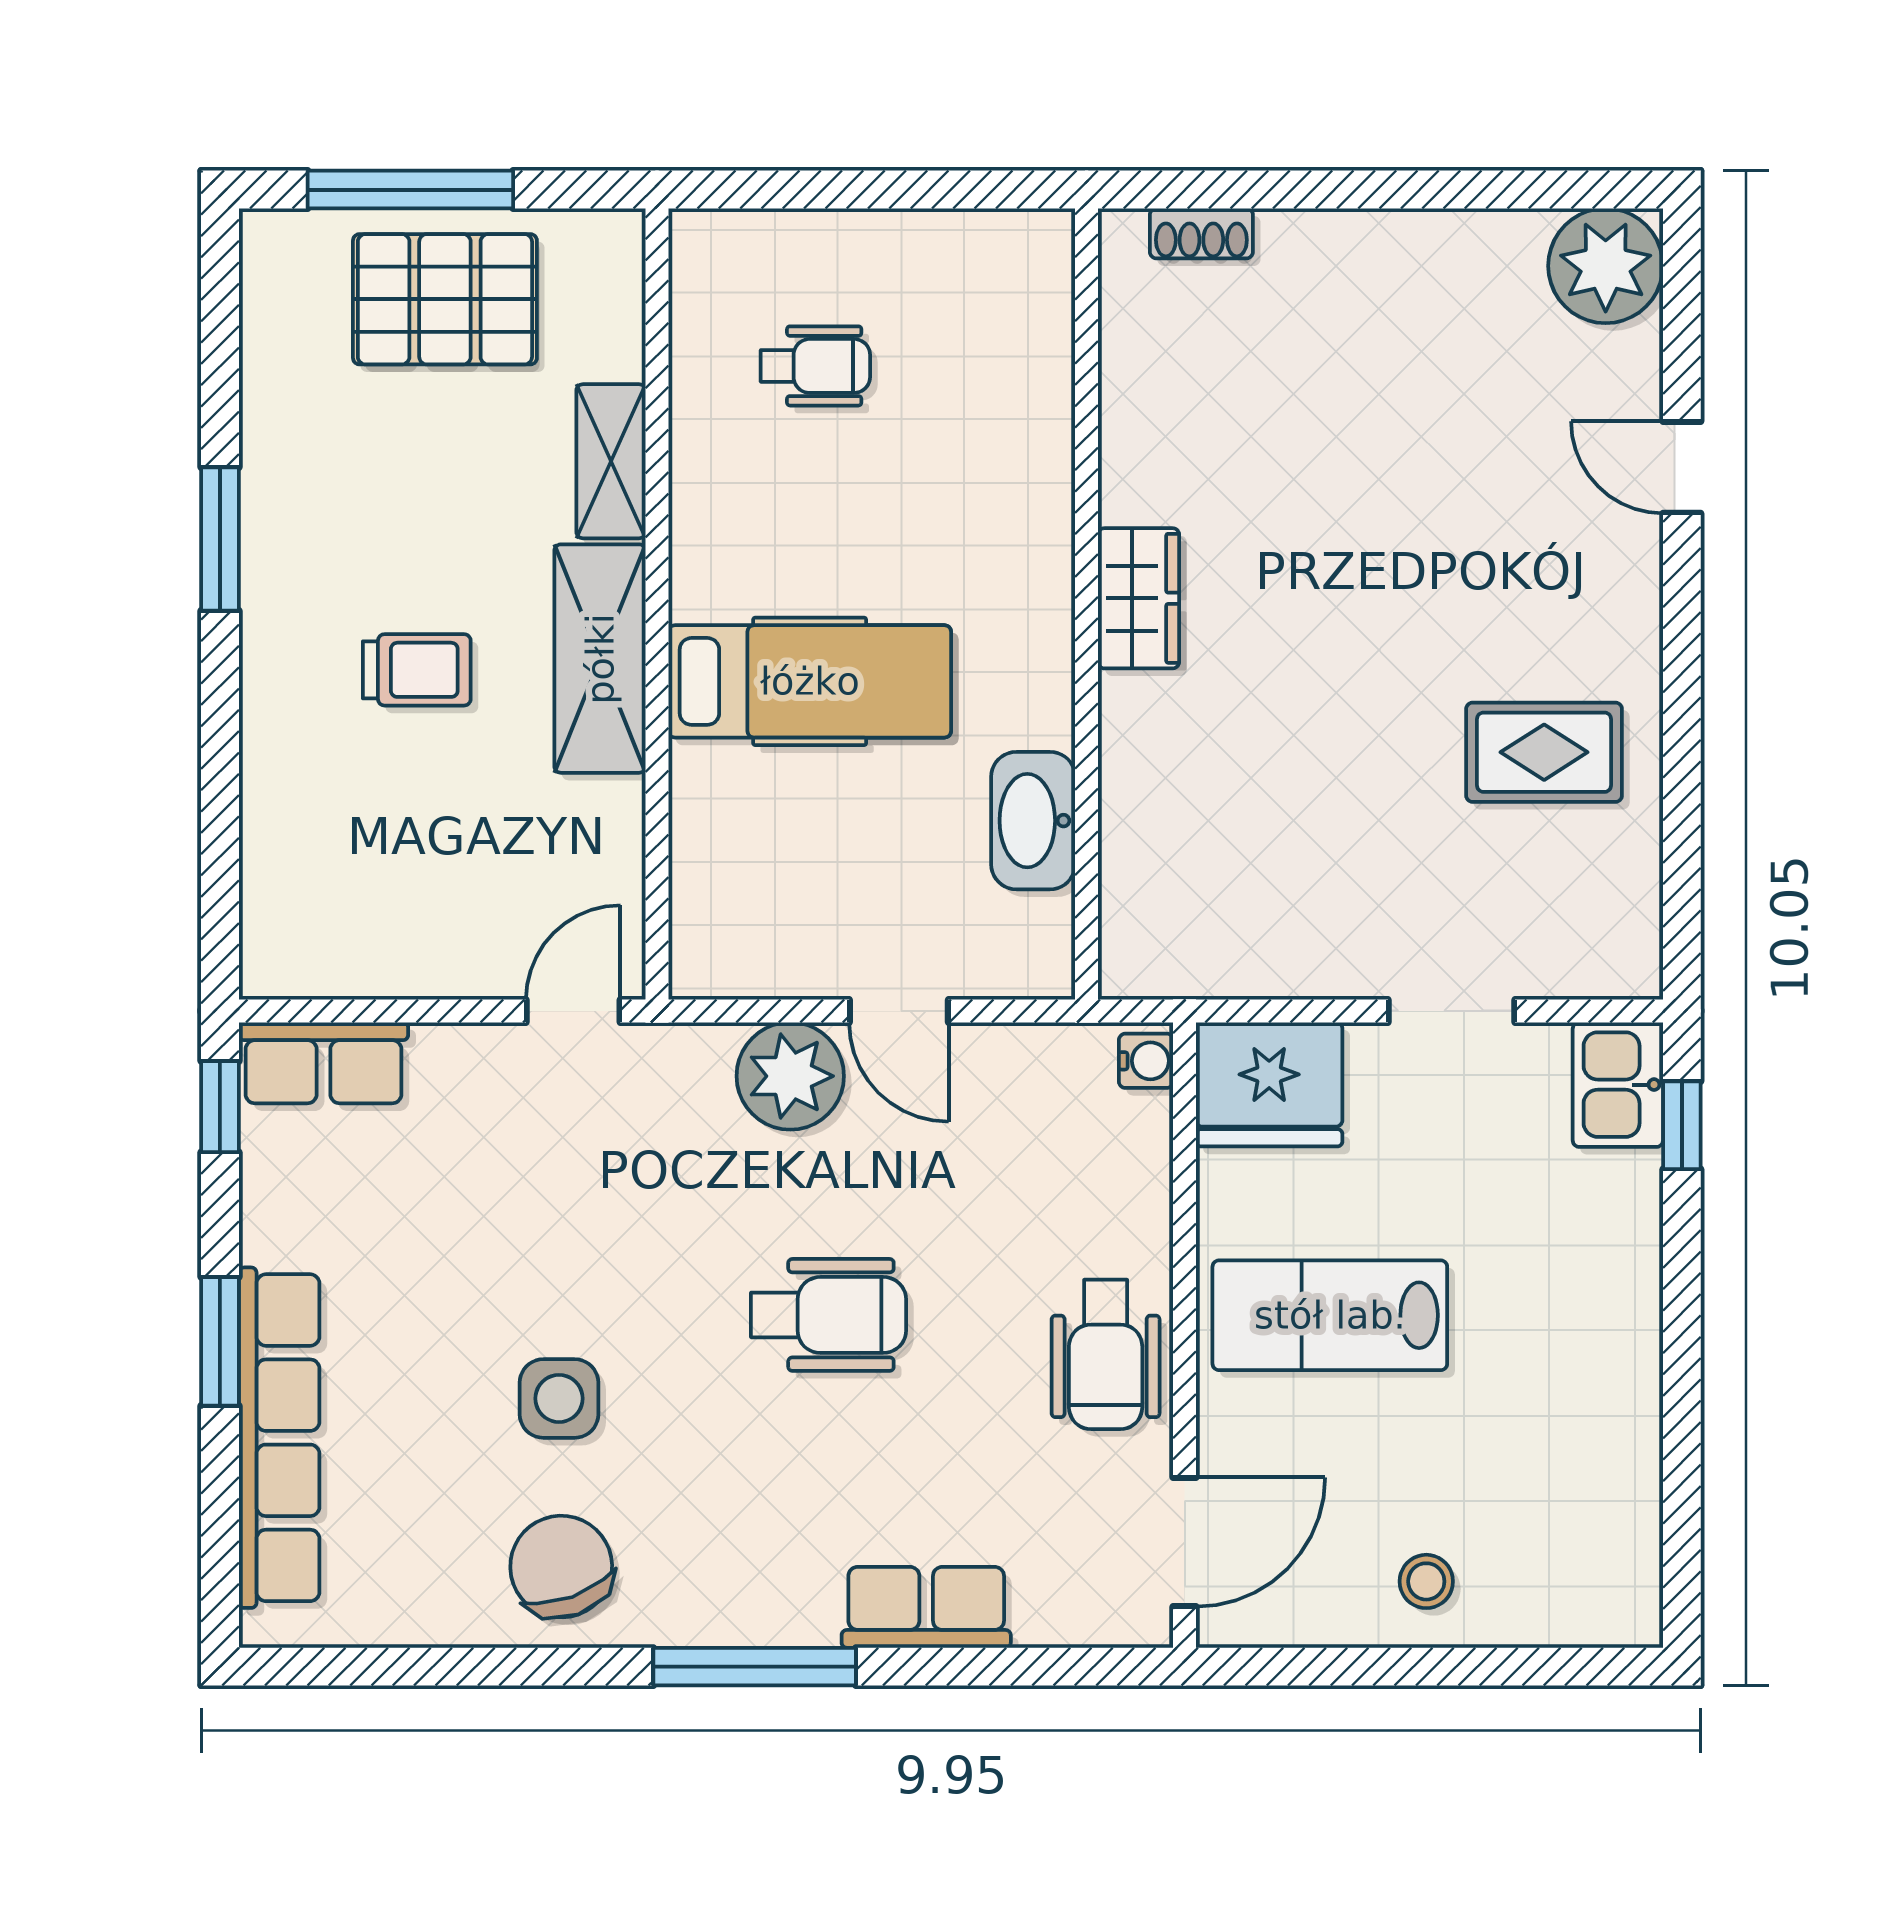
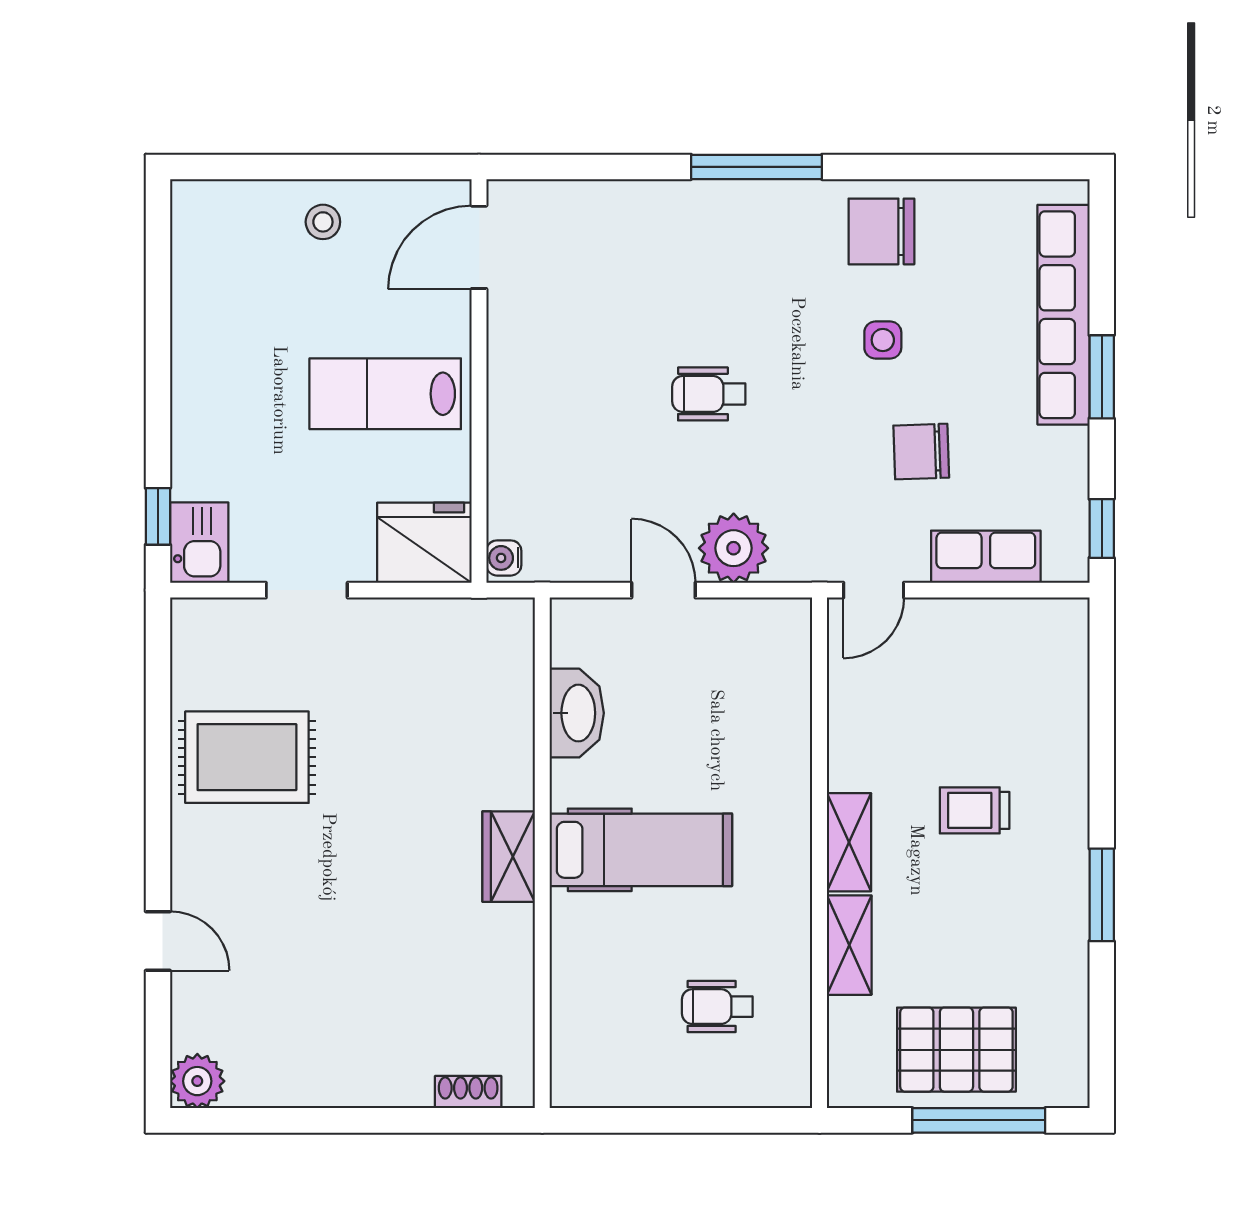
plant: (1606, 266) -> (197, 1081), width x0.73, depth x0.73
shelving: (600, 659) -> (849, 842), width x0.67, depth x0.75
hospital bed: (810, 681) -> (641, 850), moved, turned 180
rug: (1544, 752) -> (247, 757), width x1.36, depth x1.43
row of seats: (323, 1063) -> (986, 557), moved
chair: (499, 1226) -> (921, 452), added
wheelchair: (829, 1315) -> (709, 394), width x0.73, depth x0.73
lab bench: (1330, 1315) -> (385, 394), turned 180
wheelchair: (1106, 1354) -> (530, 368), removed
side table: (559, 1398) -> (883, 340), width x0.73, depth x0.73
chair: (561, 1567) -> (881, 231), turned 110
row of seats: (926, 1607) -> (646, 205), removed

